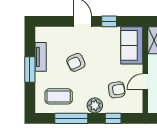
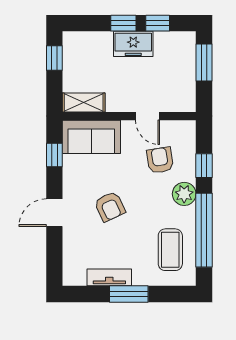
window: (109, 21) -> (54, 155), moved
armchair: (76, 62) -> (110, 207), moved
window: (71, 118) -> (204, 230), width x1.46

